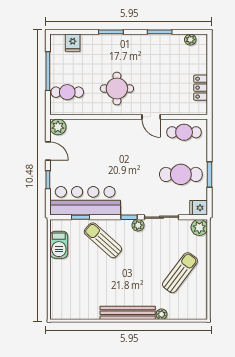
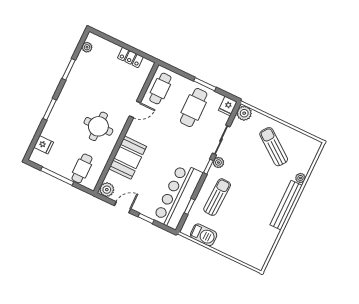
booth: (100, 133) -> (128, 158), added
sun lounger: (103, 240) -> (217, 197), turned 140

